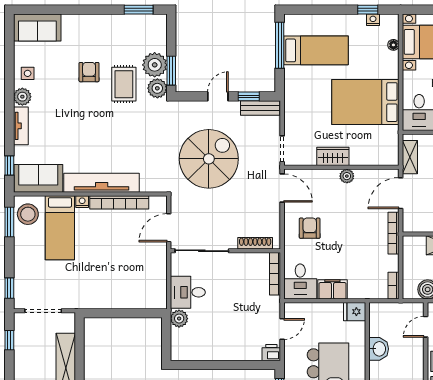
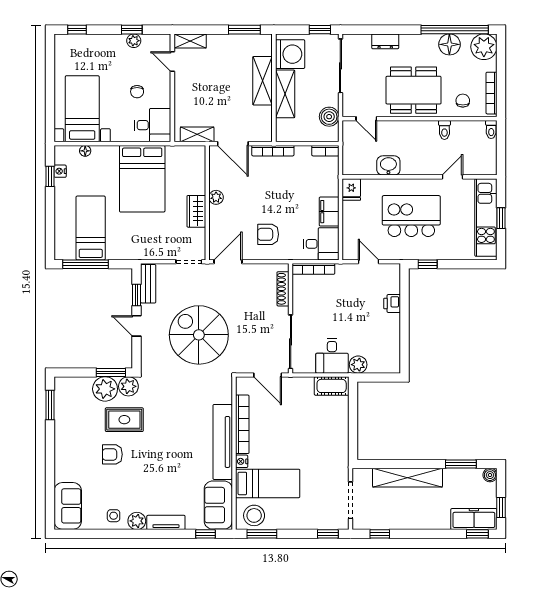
cot: (158, 292) -> (332, 386), added
printer: (271, 353) -> (392, 303), moved

